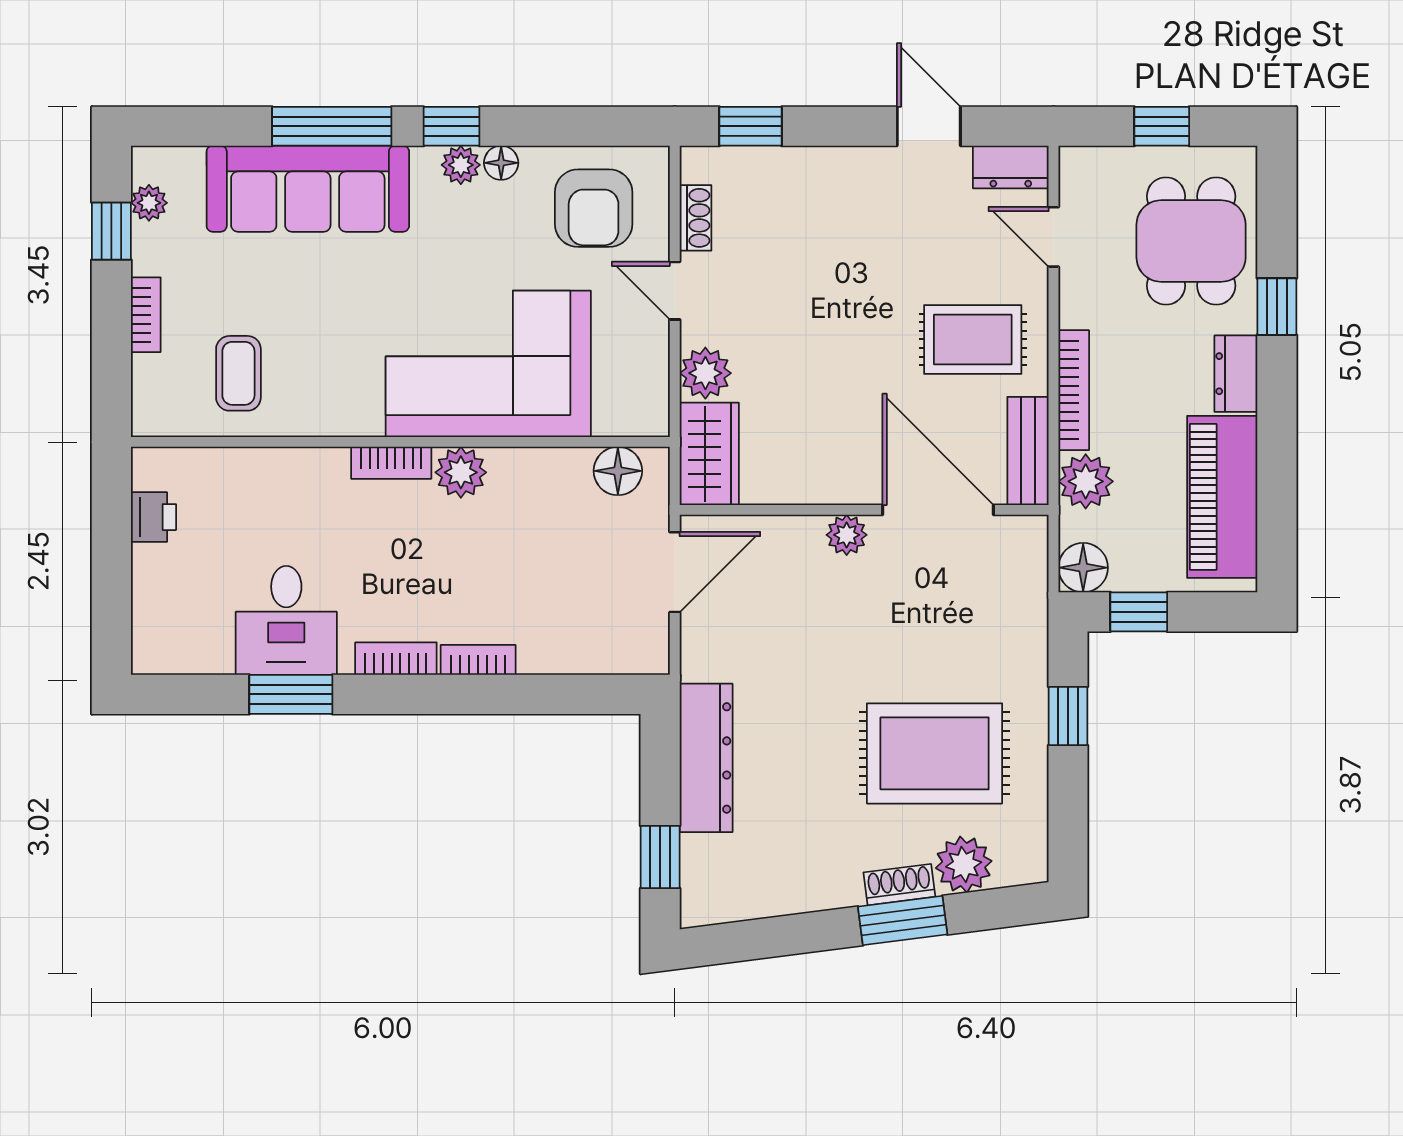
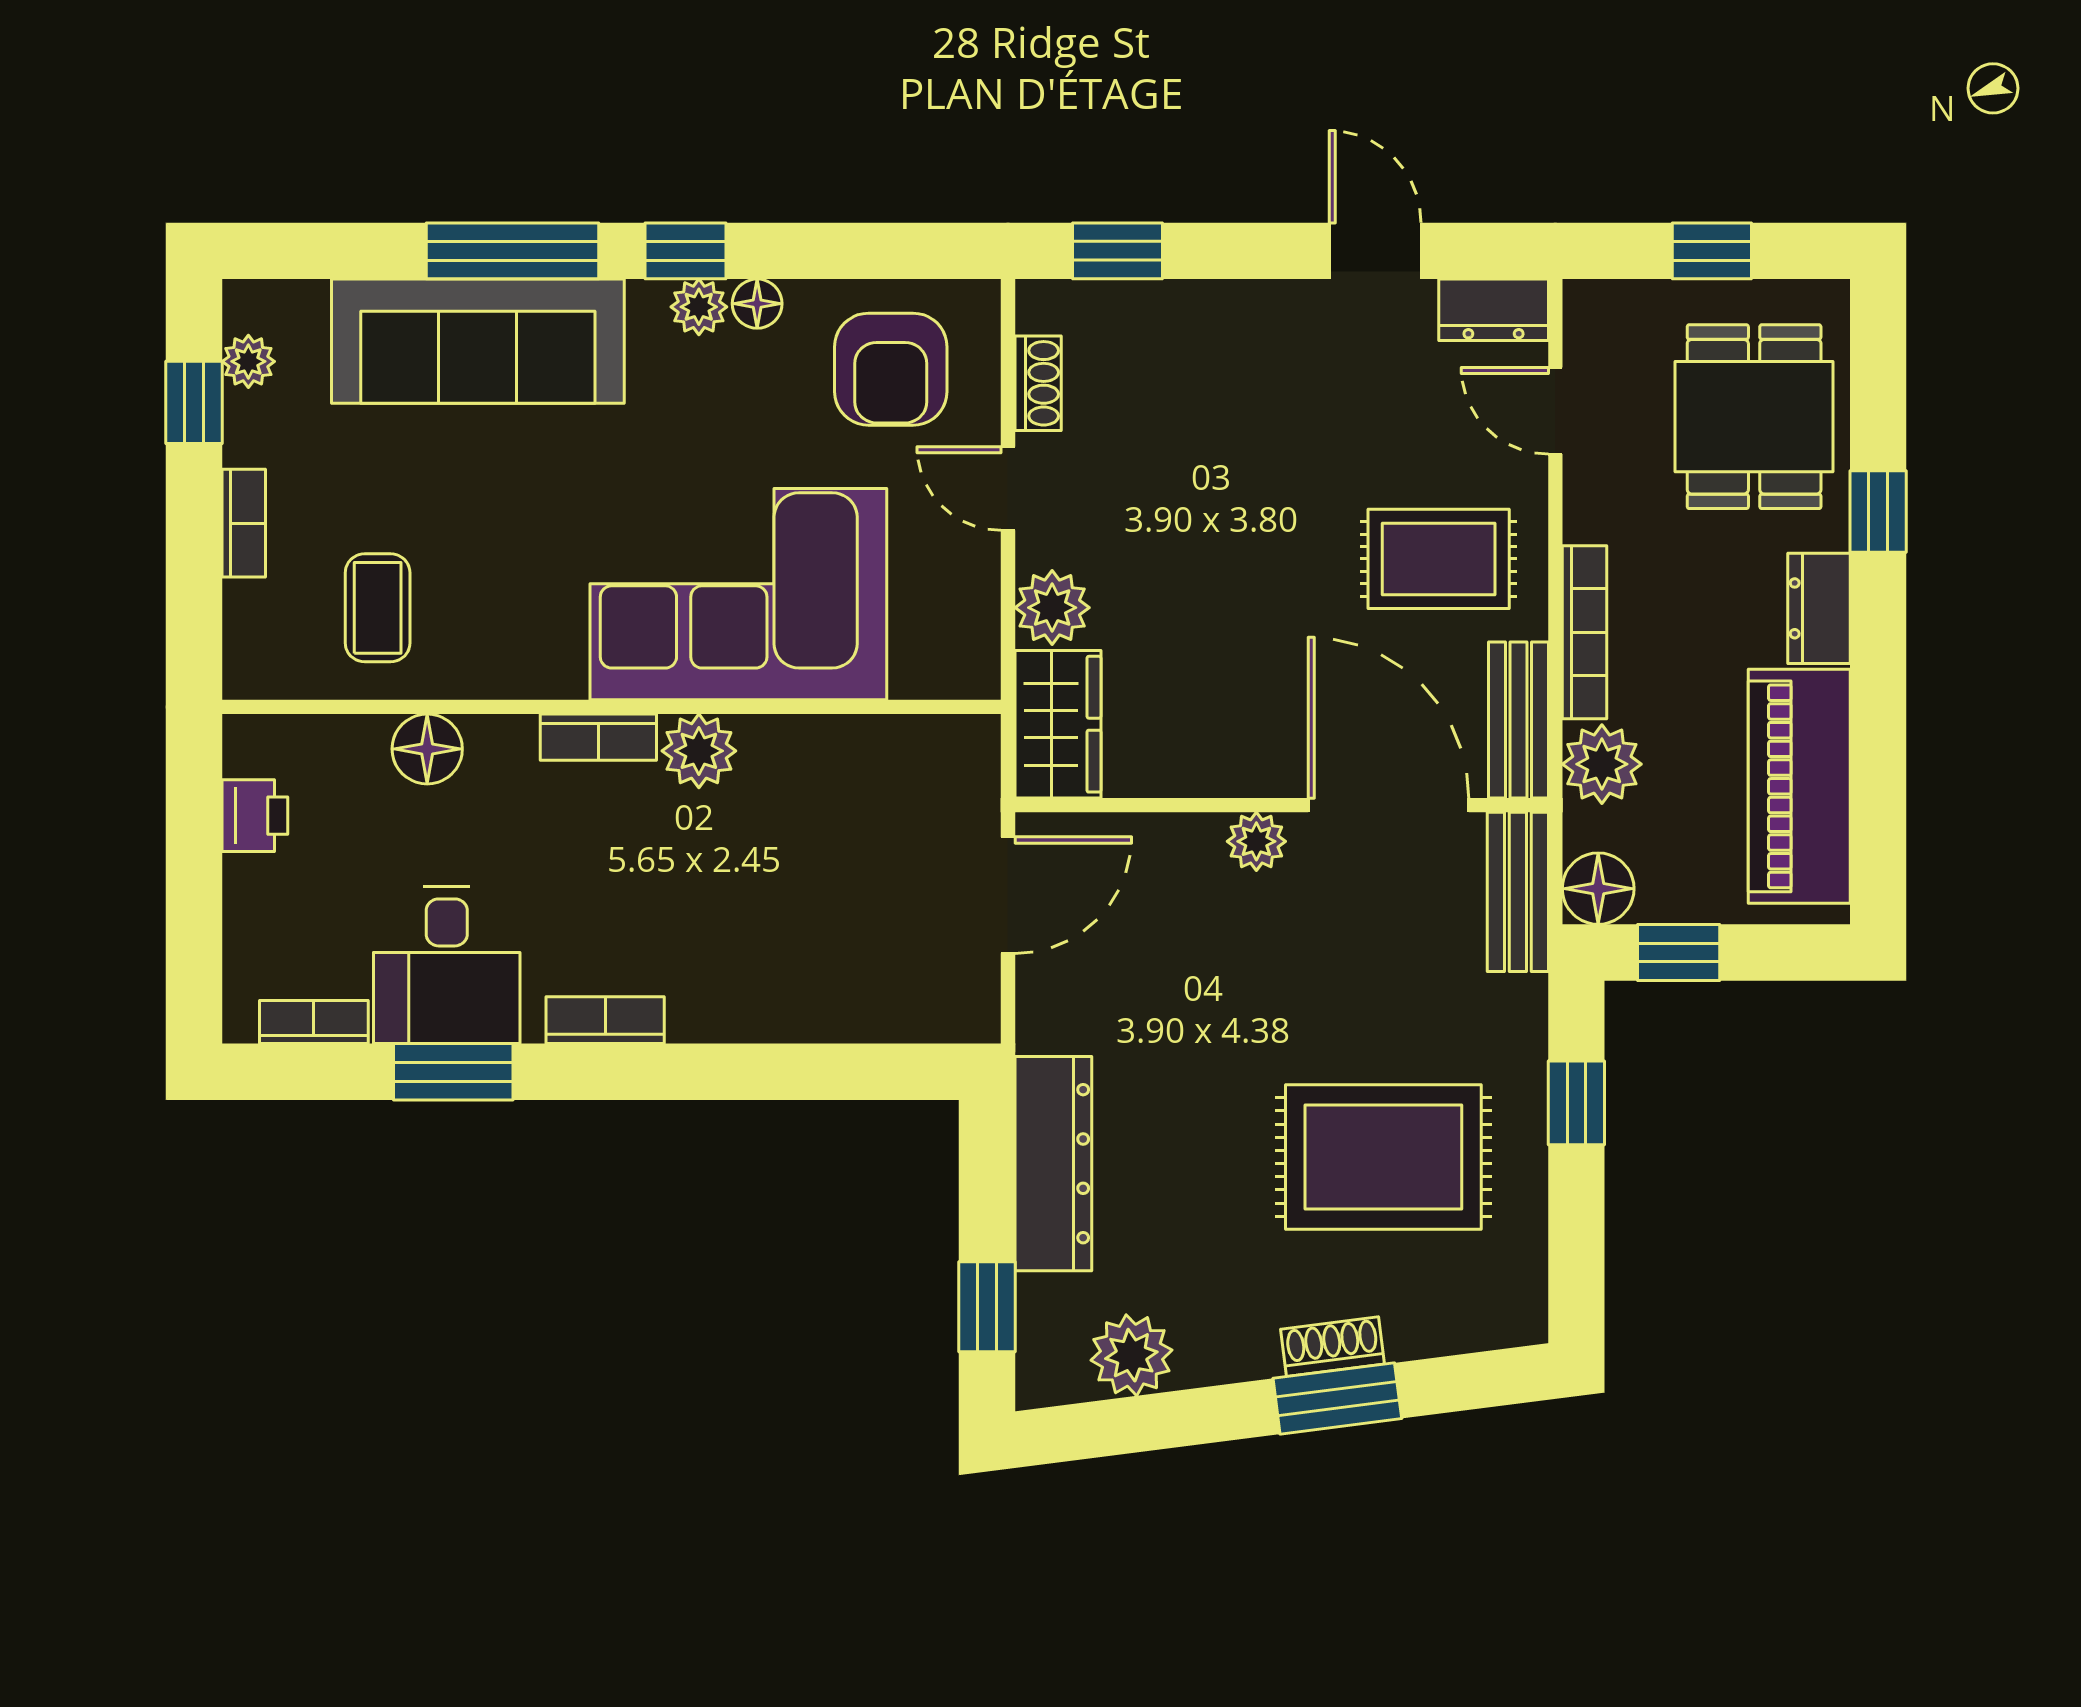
floor lamp: (618, 471) -> (427, 749), moved
bench: (1028, 570) -> (1518, 892), added
bookcase: (478, 660) -> (314, 1022), moved
plant: (964, 864) -> (1131, 1355), moved

